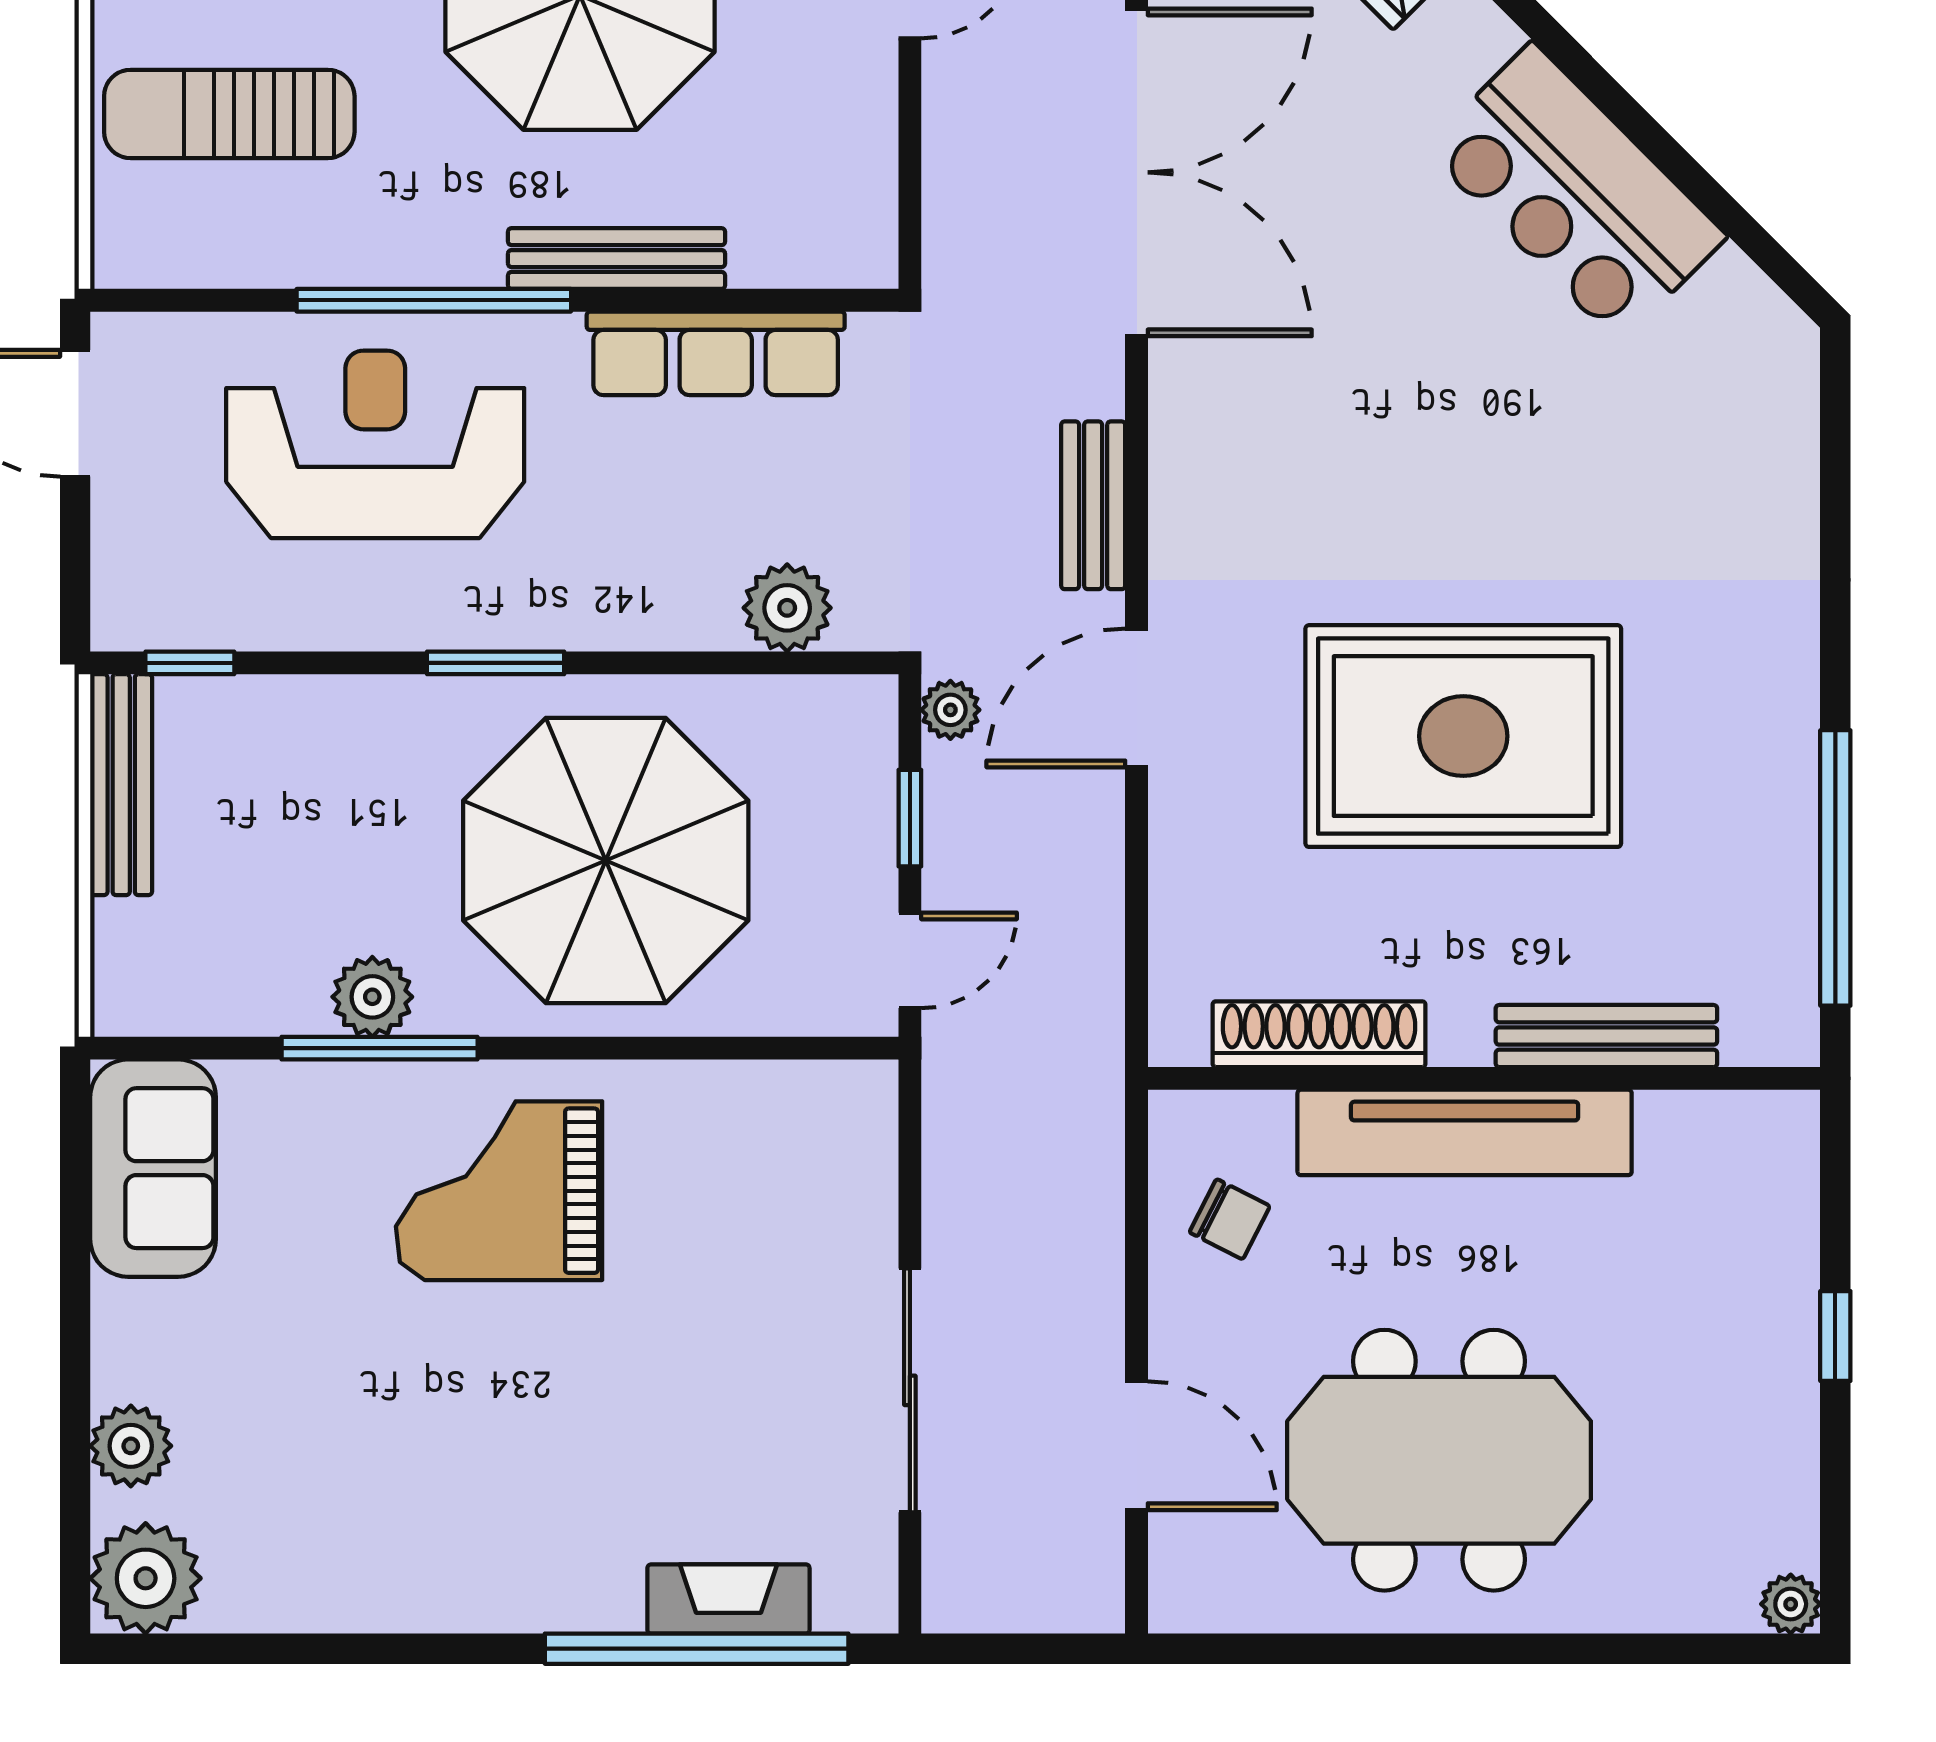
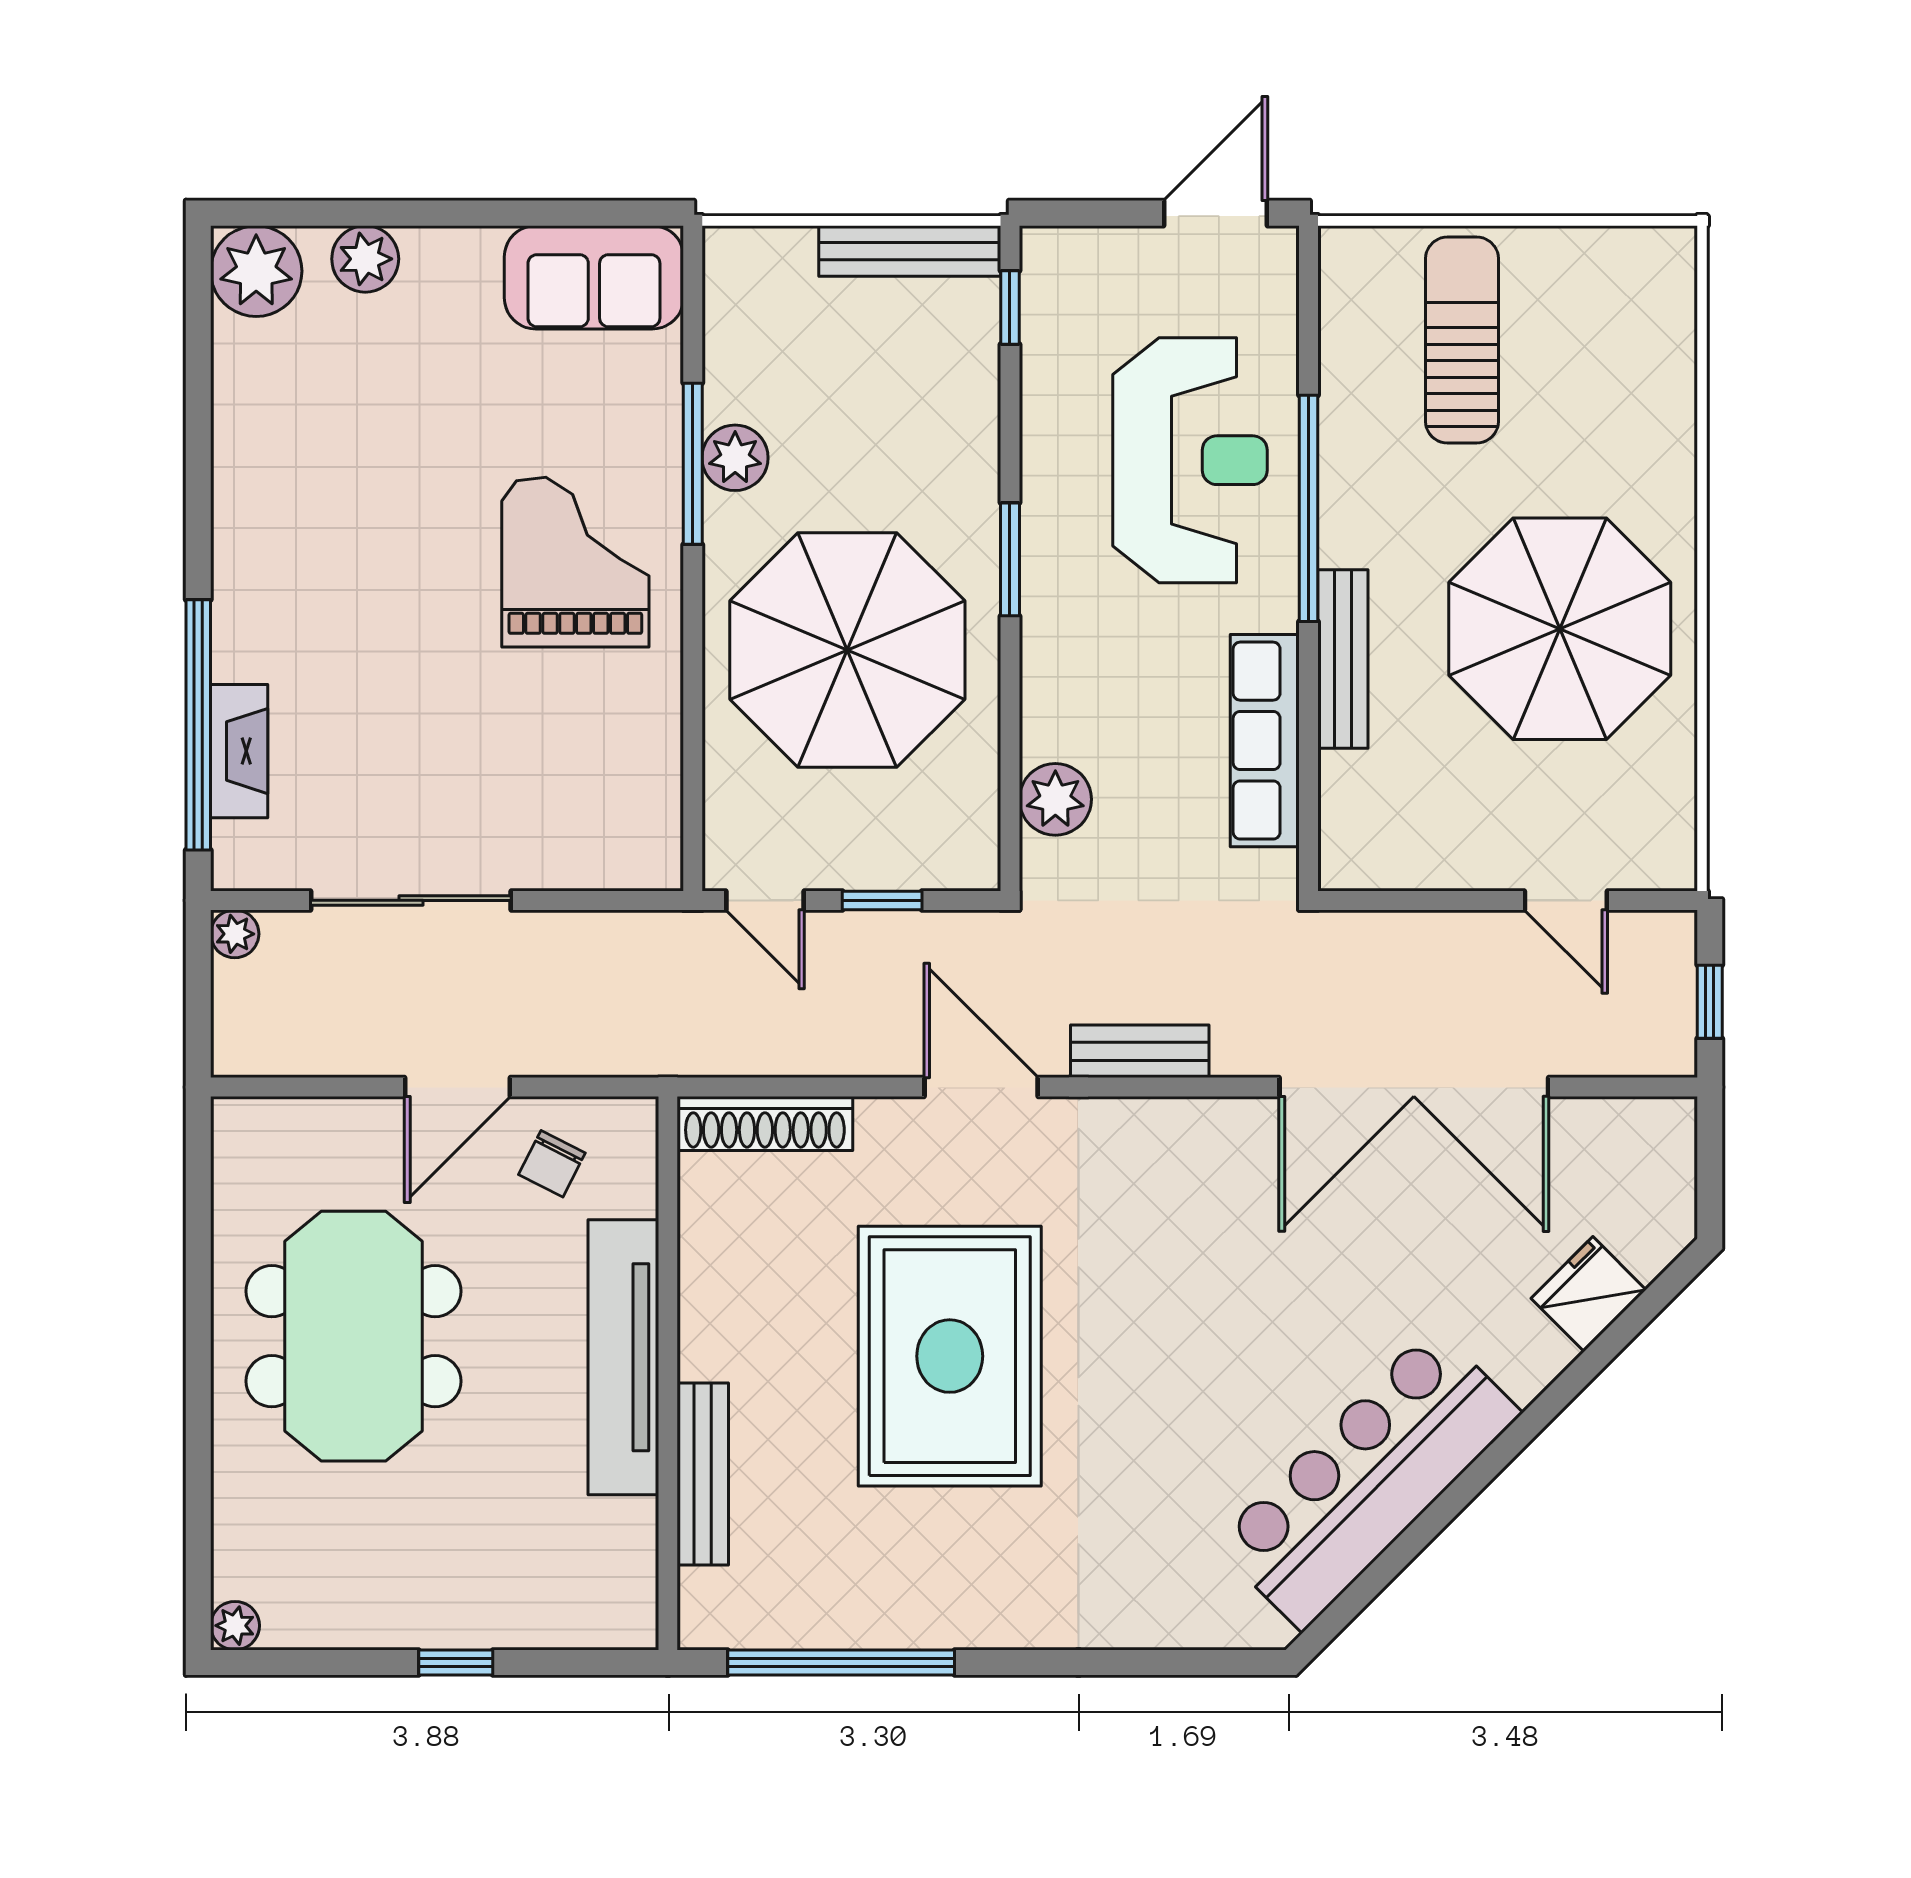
bar counter: (1576, 193) -> (1368, 1478), width x1.36
plant: (950, 710) -> (235, 934), moved
shoe rack: (1319, 1034) -> (765, 1123), moved, turned 90
door: (1137, 1446) -> (458, 1087), moved

